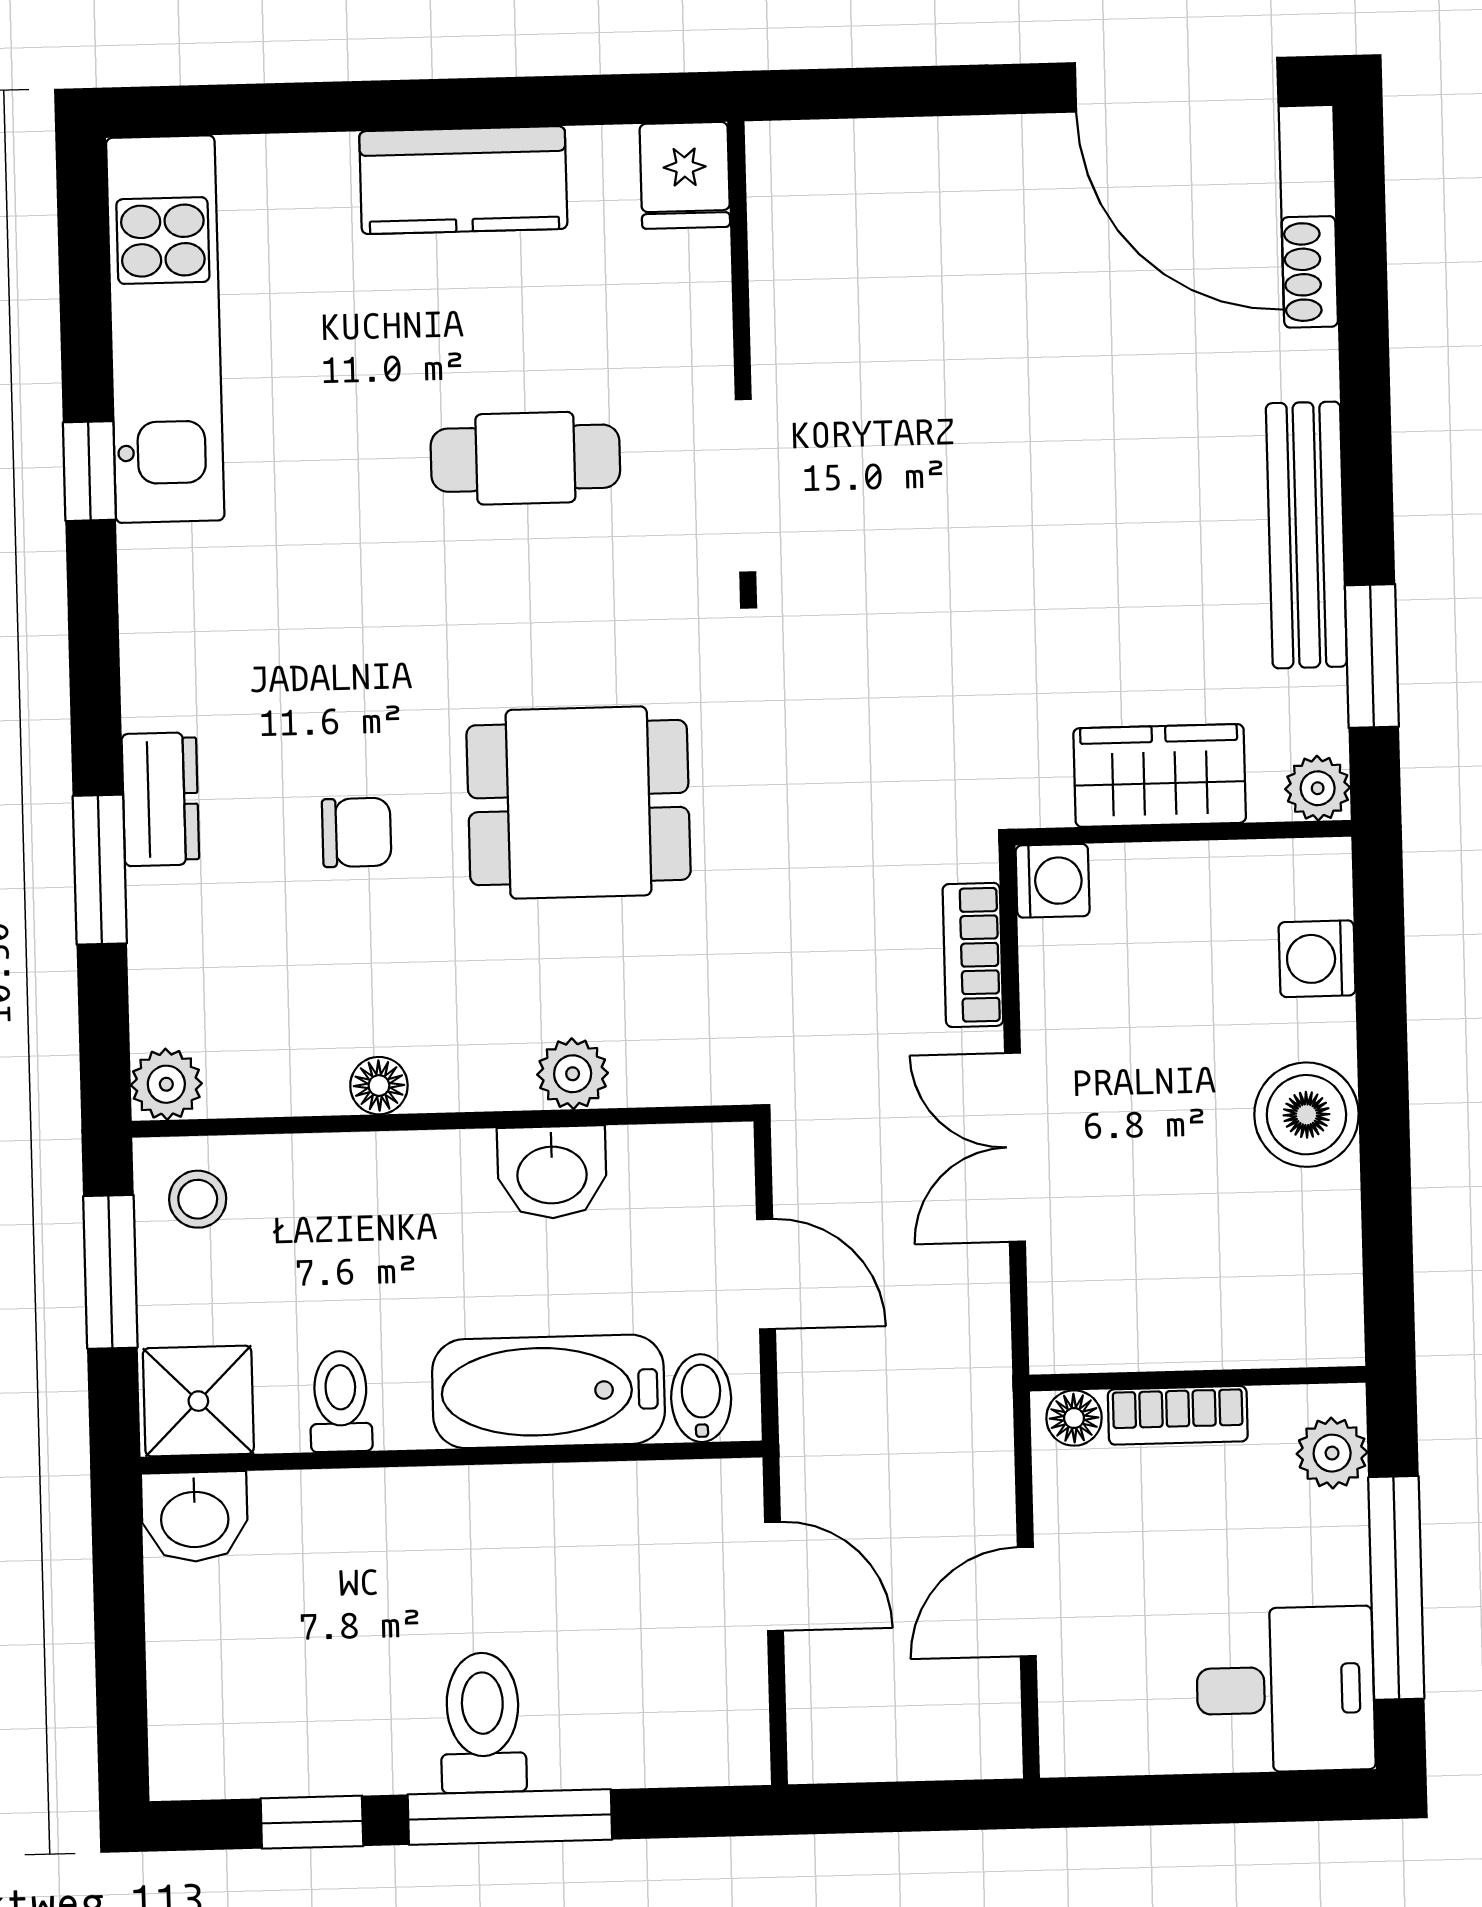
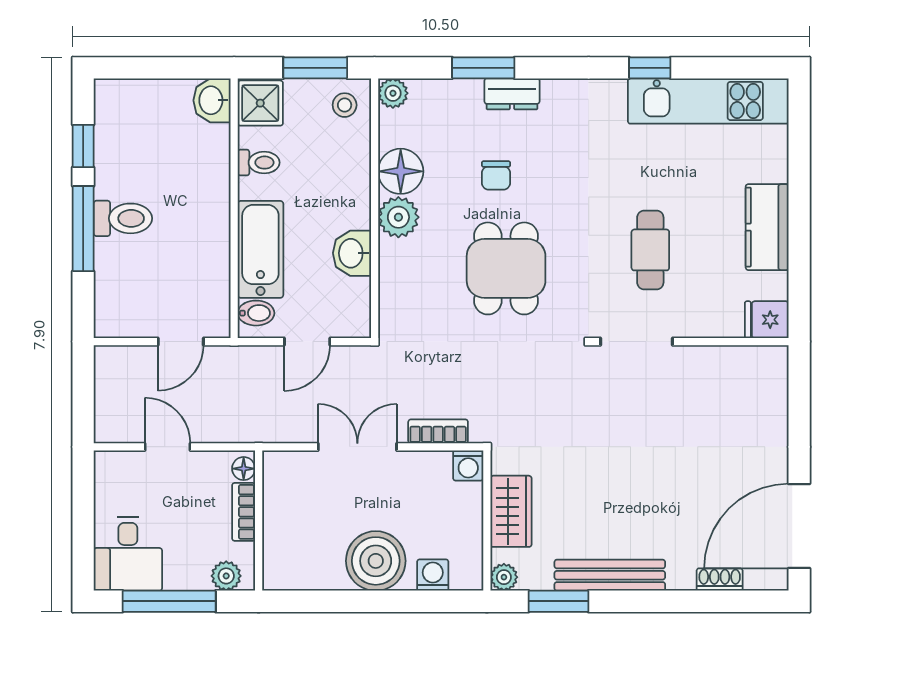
plant: (573, 1074) -> (398, 217), moved, width x1.38, depth x1.38
floor lamp: (379, 1086) -> (401, 171), width x1.89, depth x1.89
boiler: (1306, 1115) -> (376, 561), width x1.37, depth x1.37

